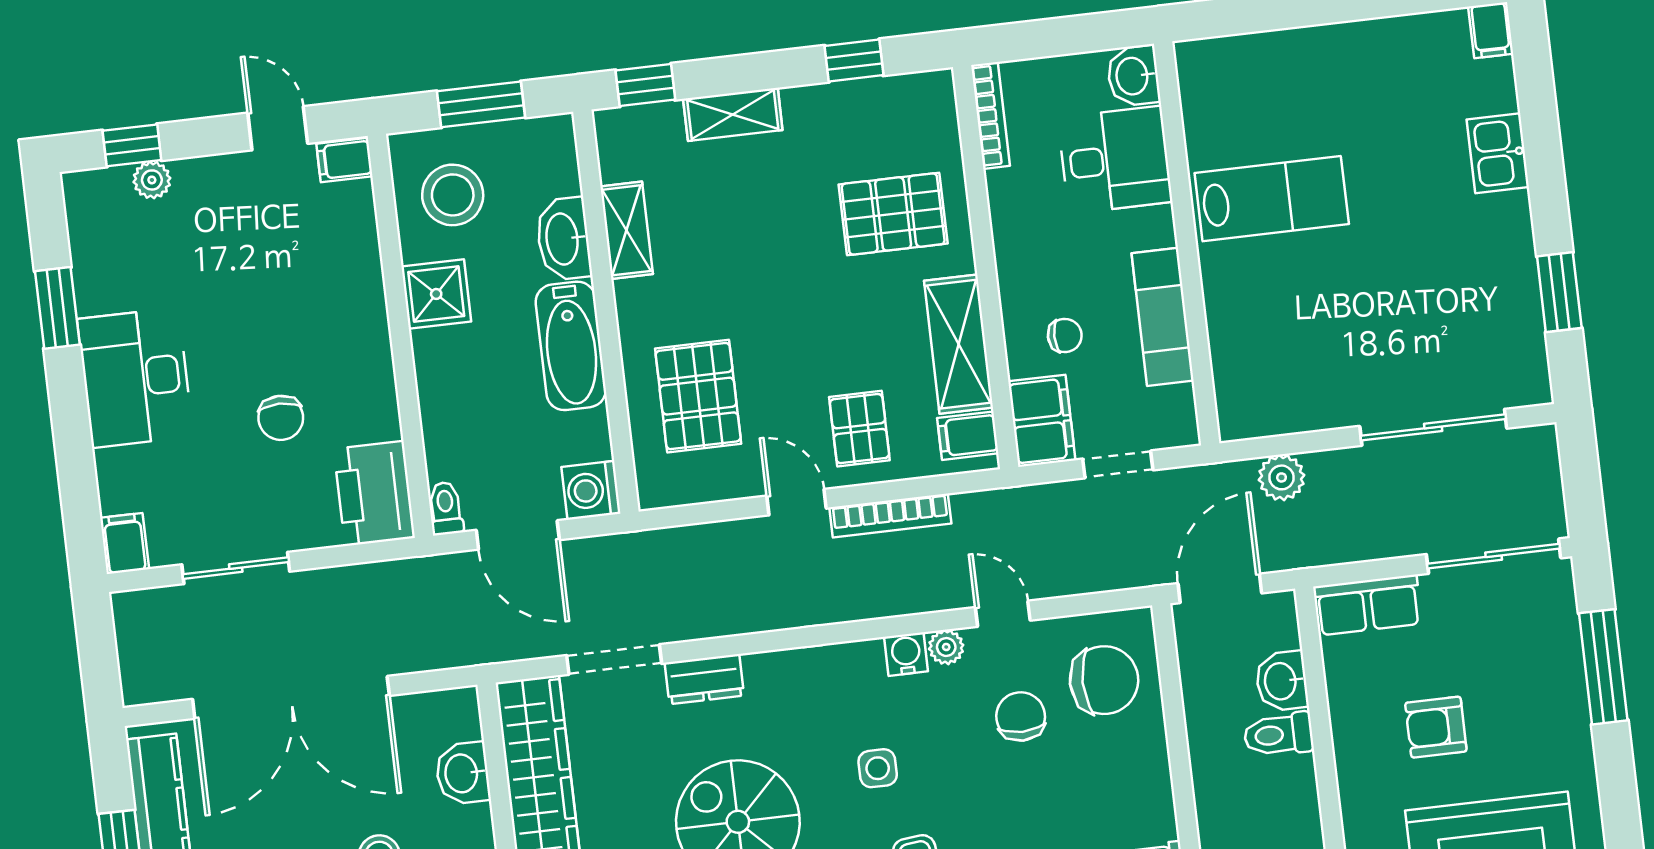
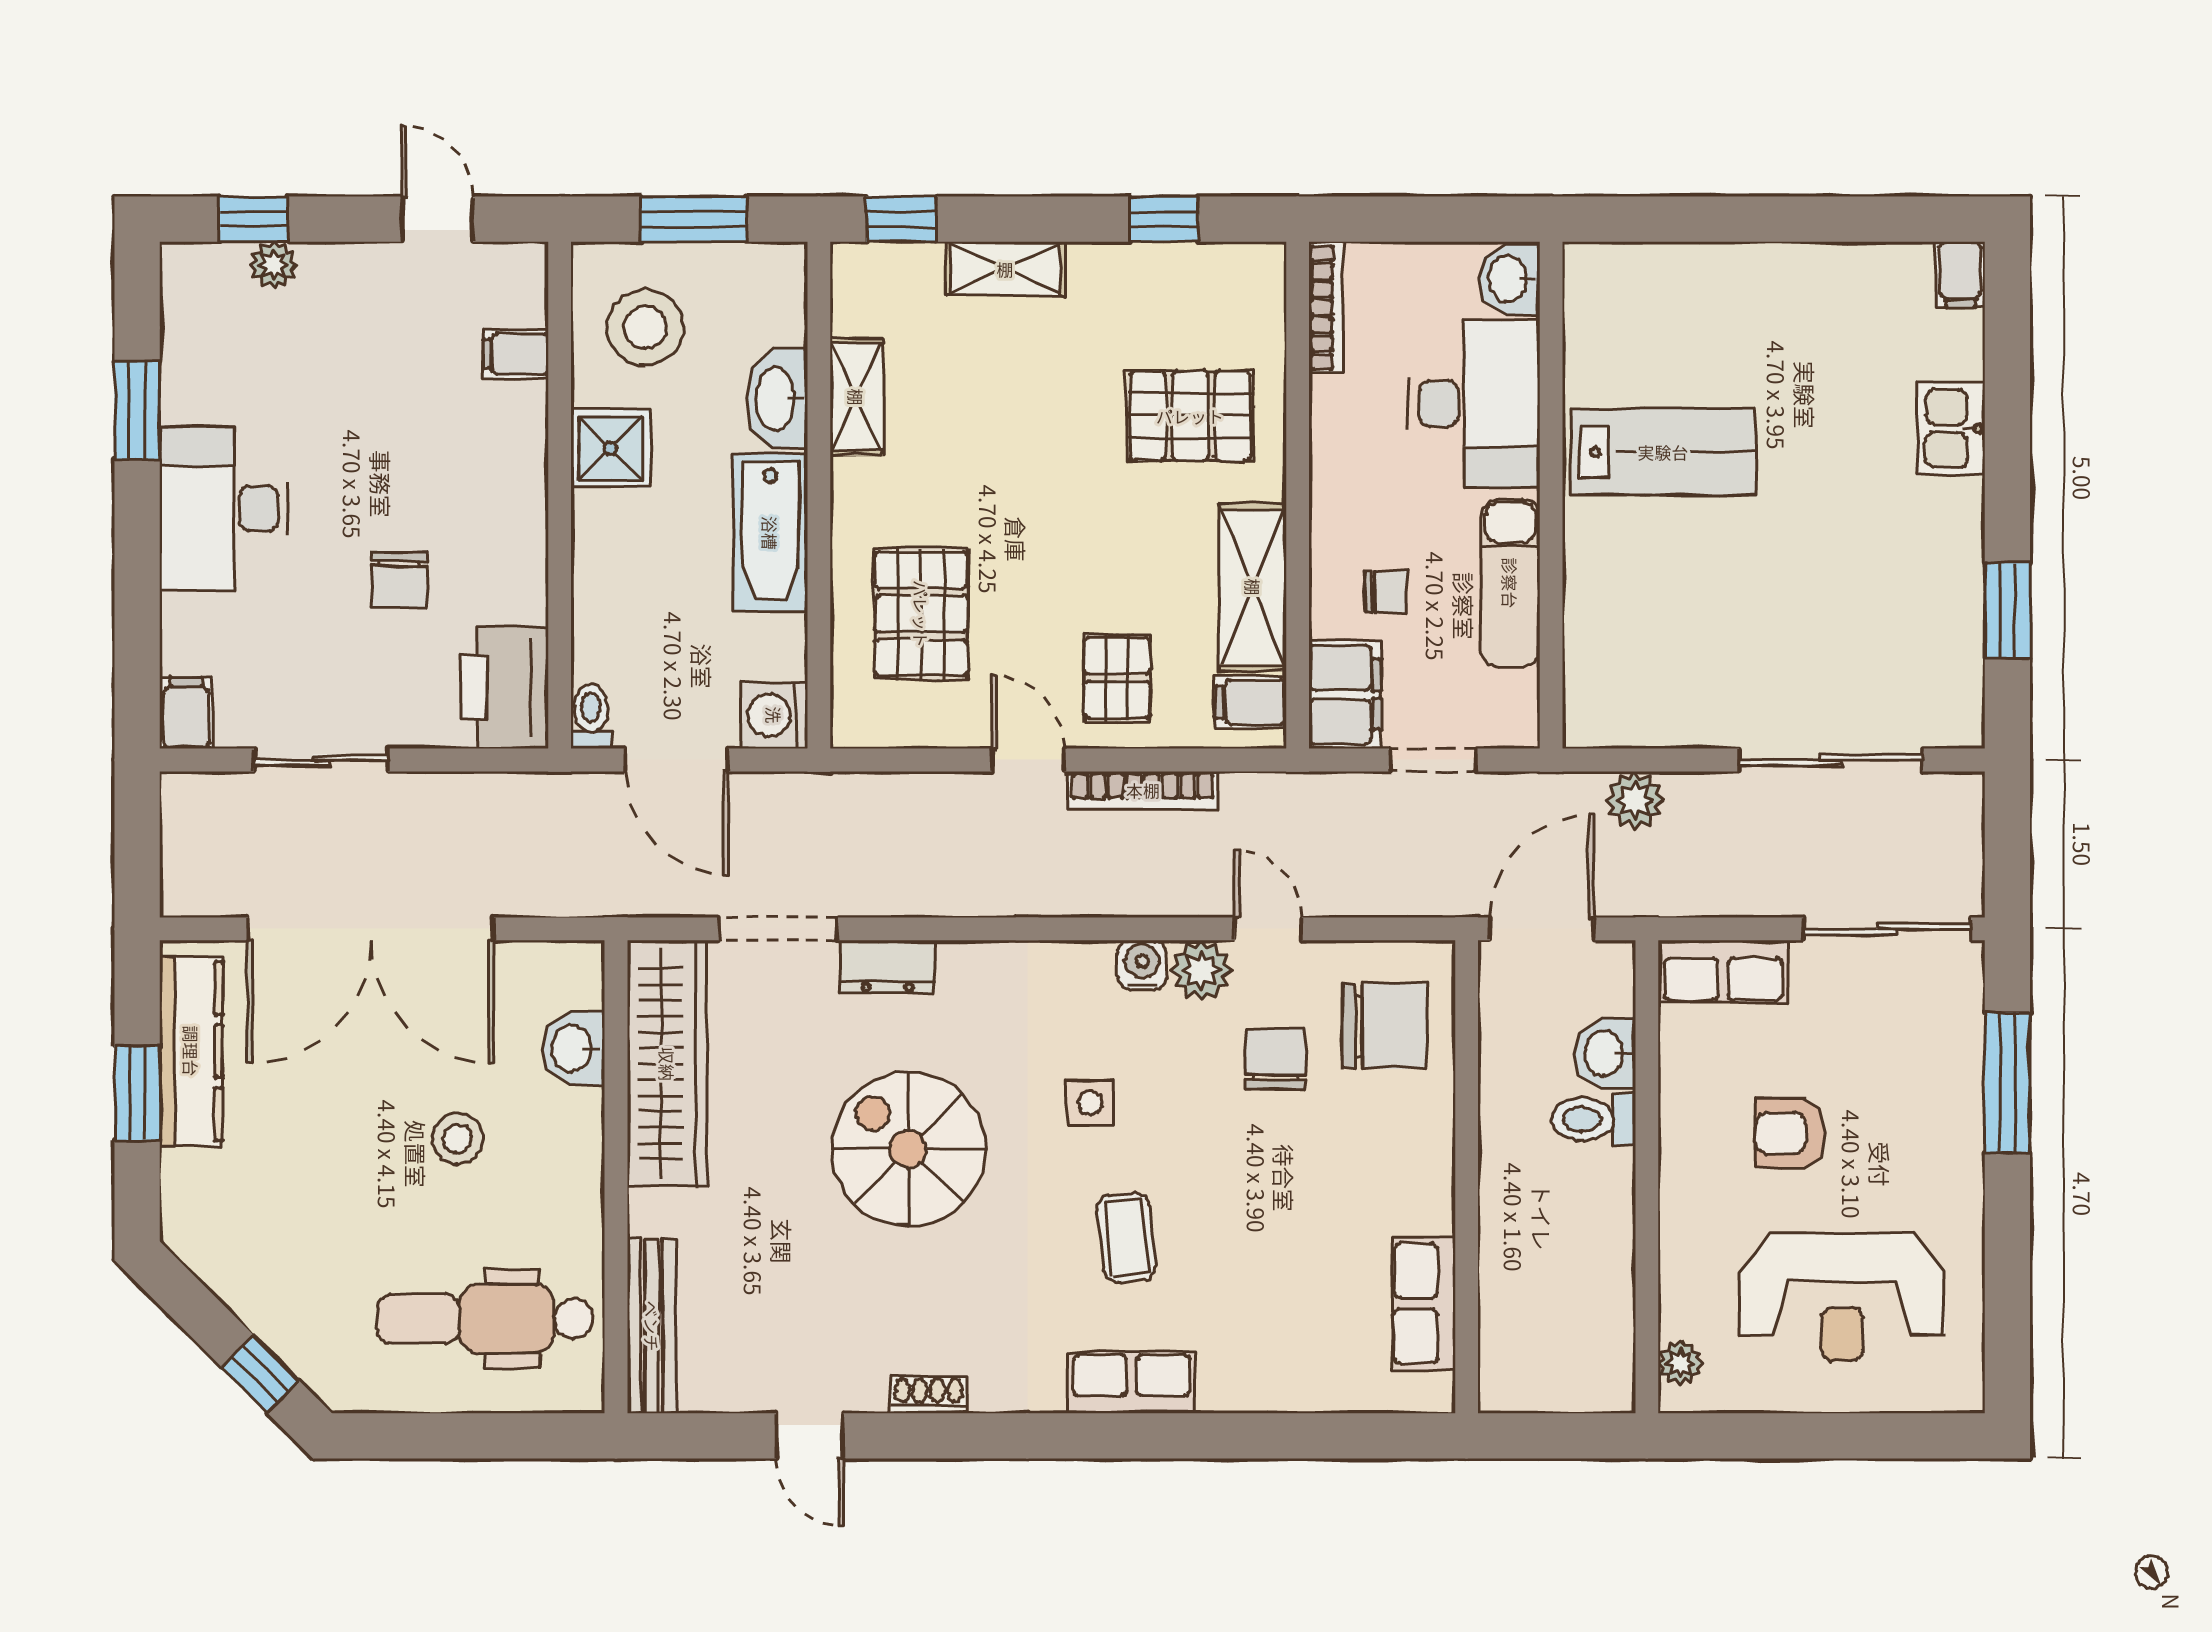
filing cabinet: (344, 160) -> (516, 354), moved
desk: (1115, 160) -> (1474, 403), width x1.37
plant: (946, 647) -> (1201, 970), width x1.38, depth x1.38

